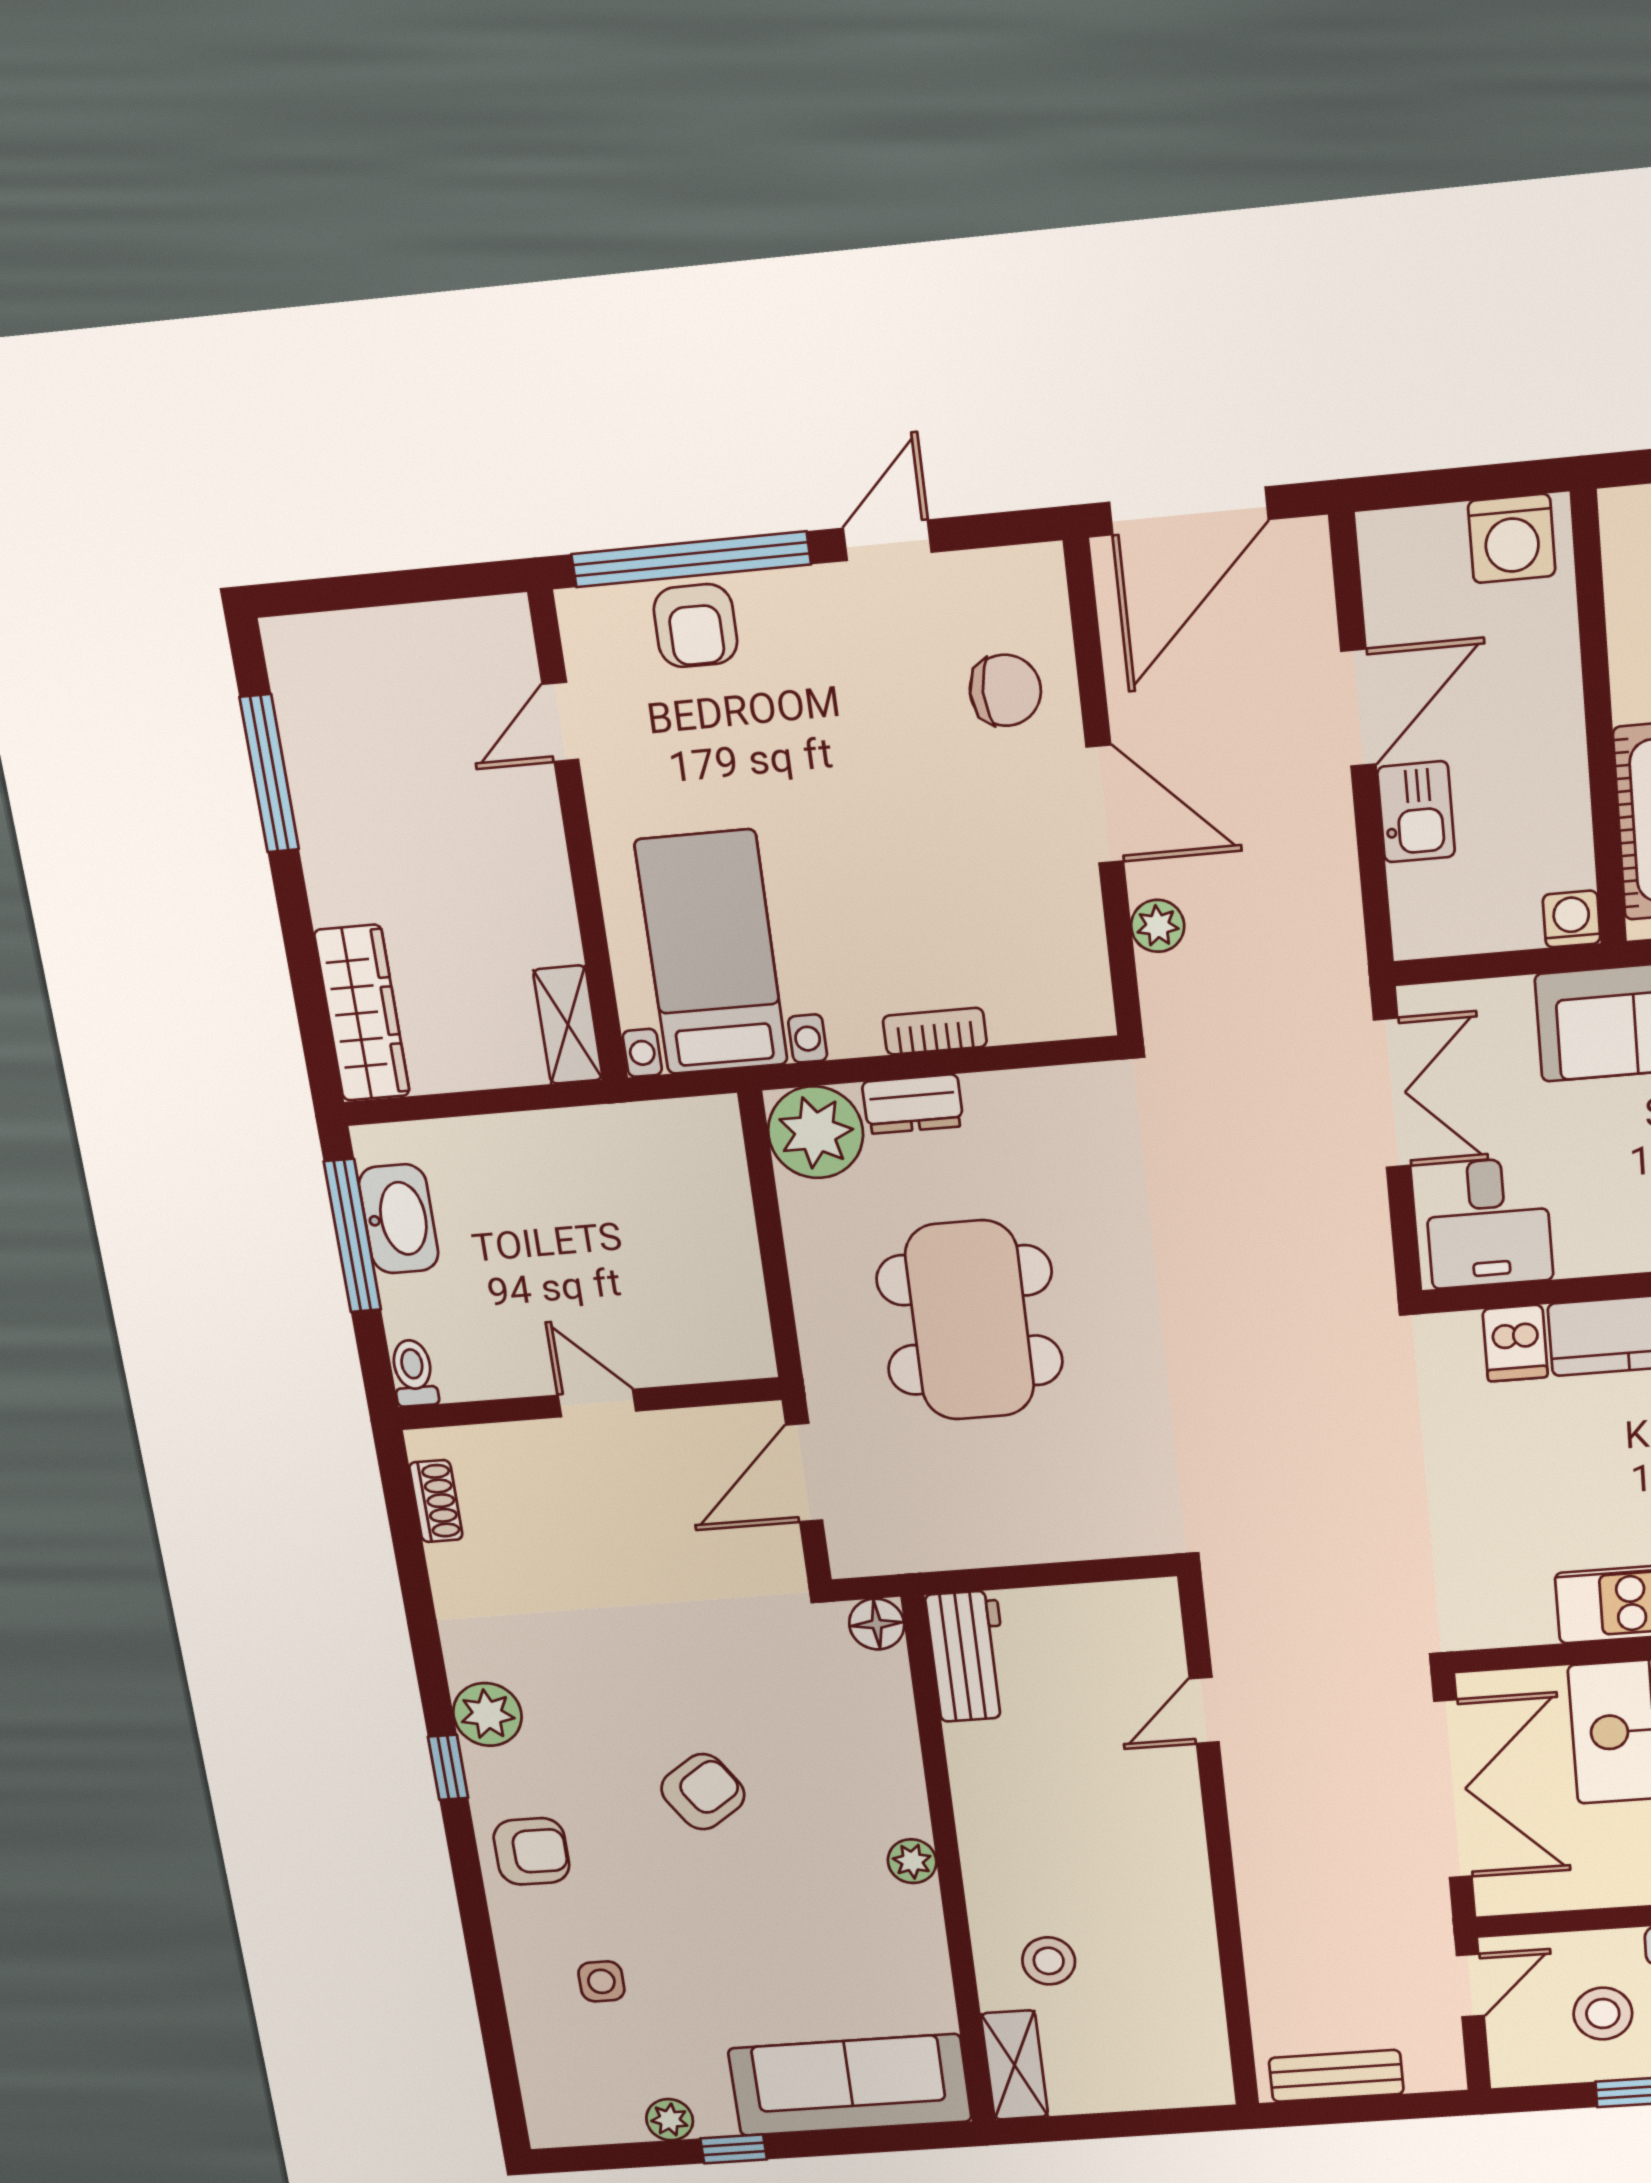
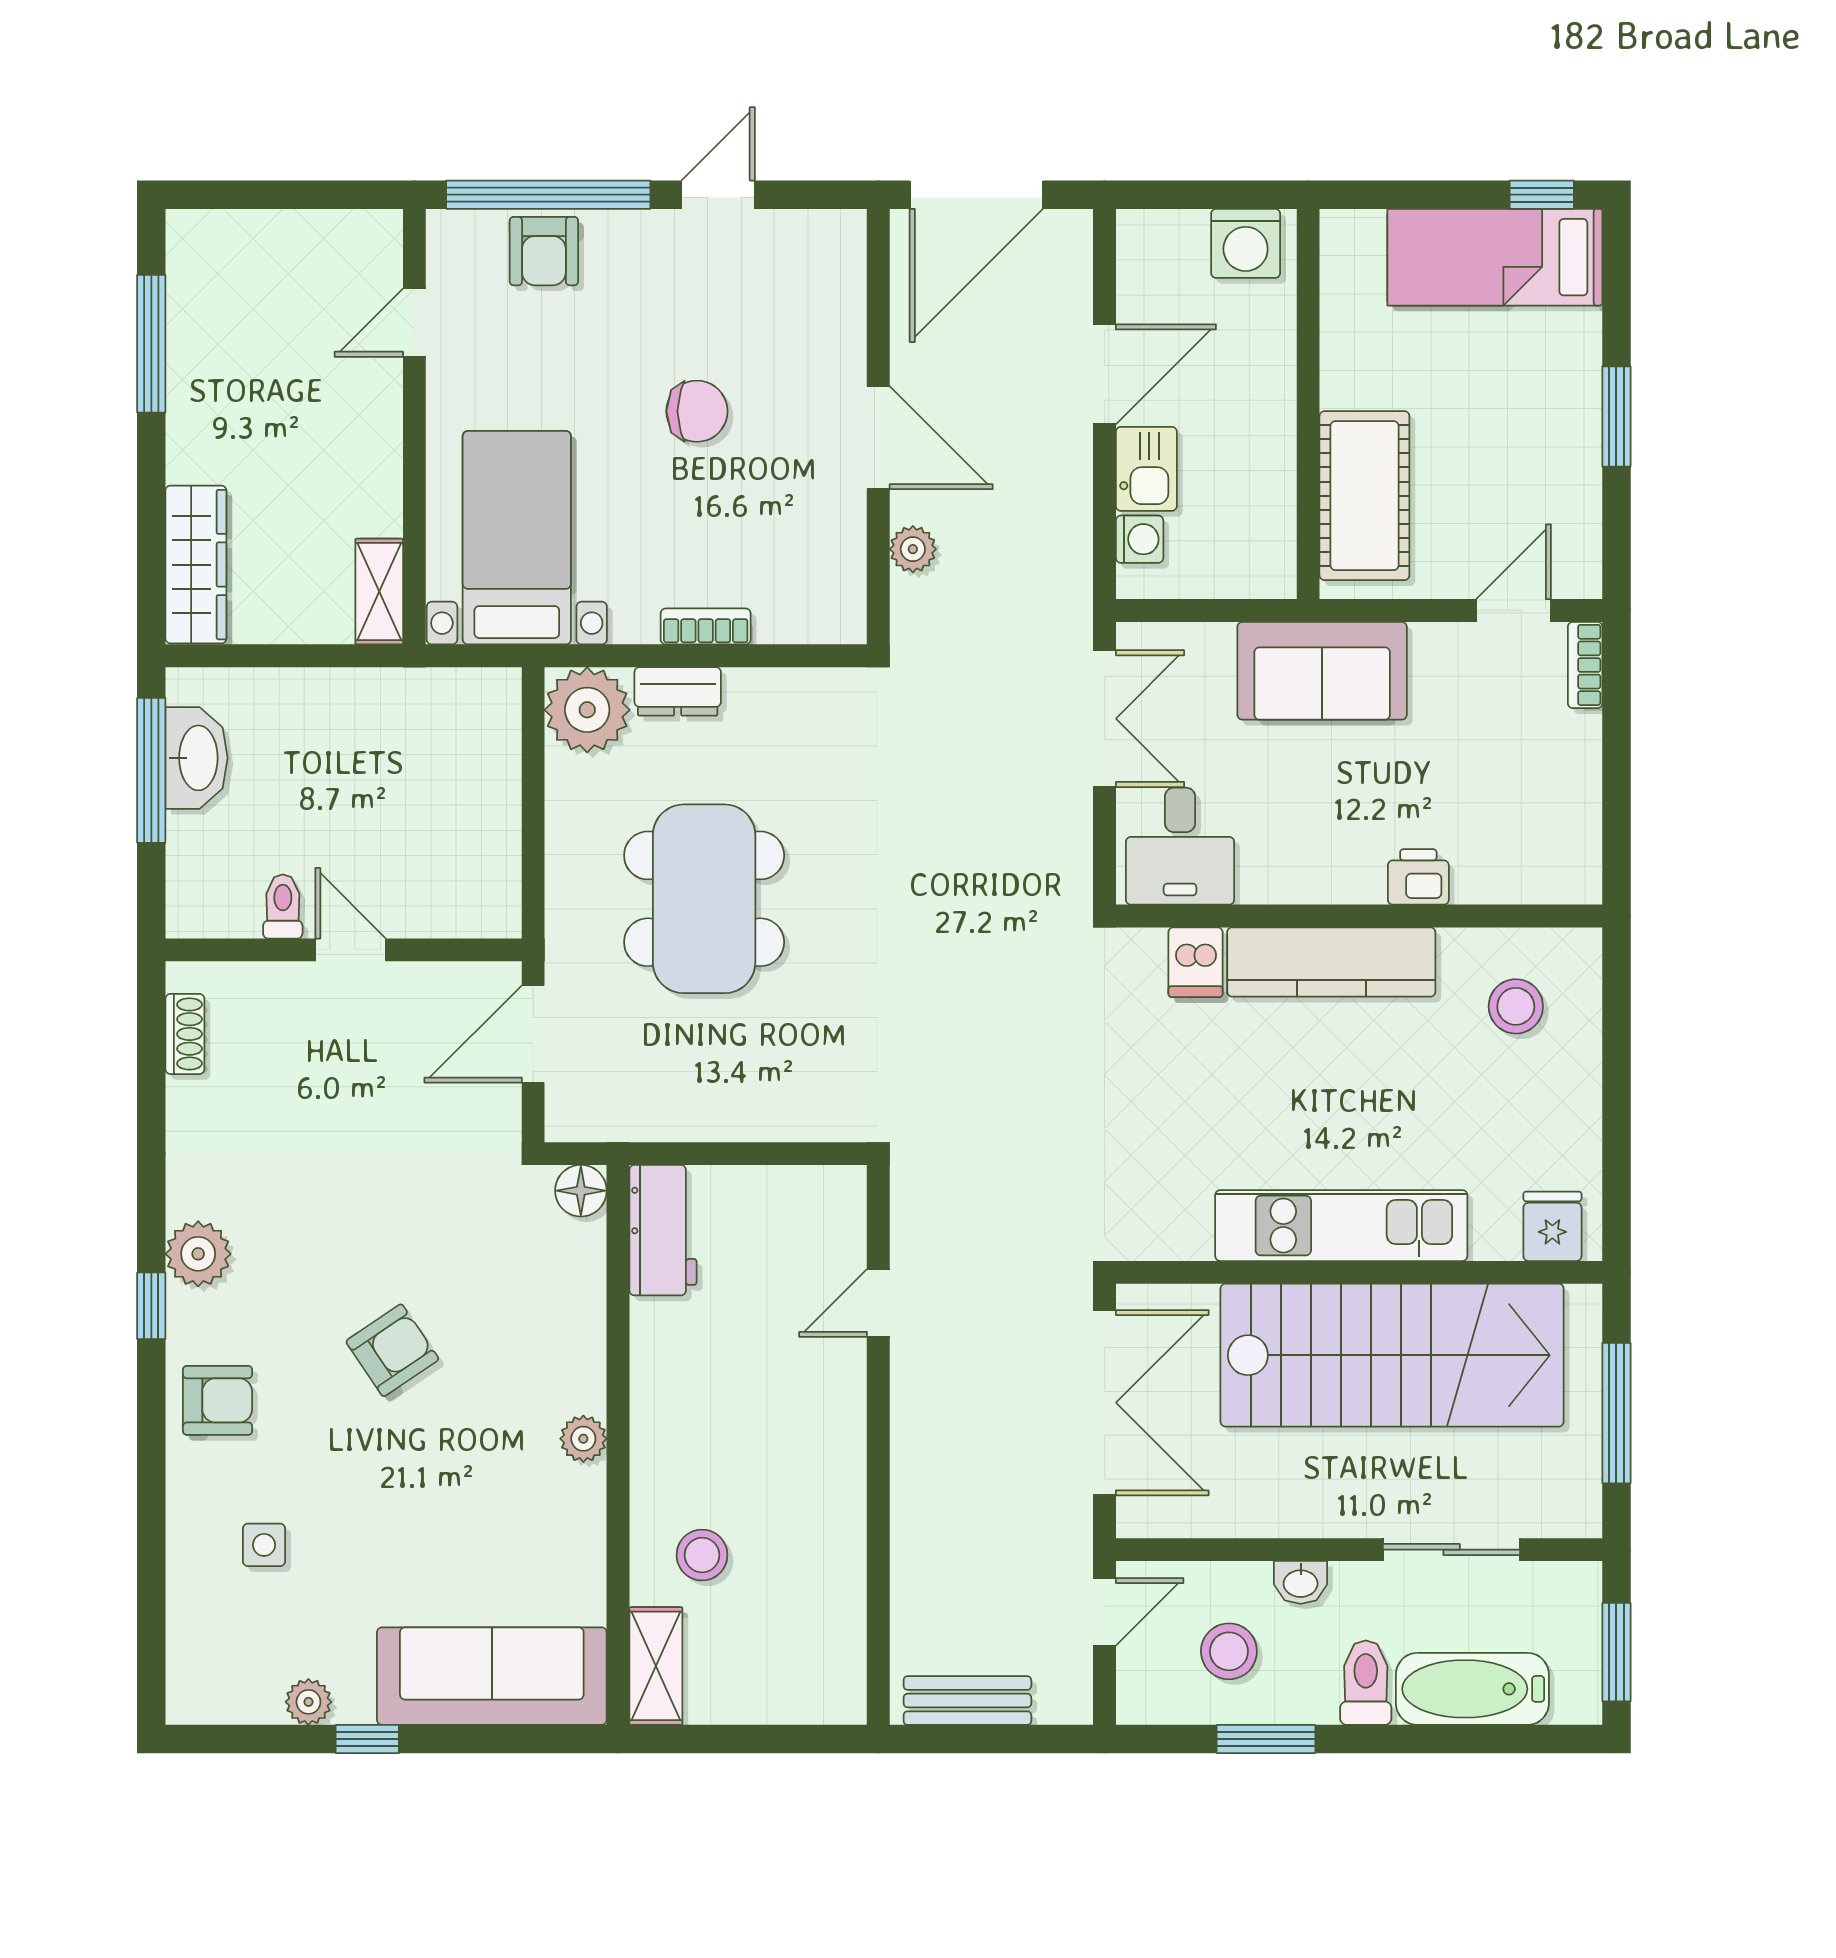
chair: (1005, 690) -> (697, 411), moved
washing machine: (1572, 919) -> (1140, 539), moved, turned 90
toilet: (414, 1373) -> (283, 907), moved

